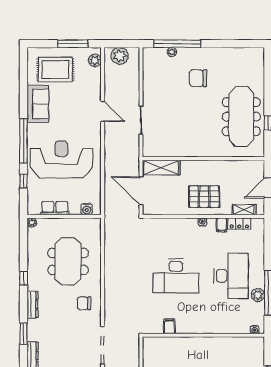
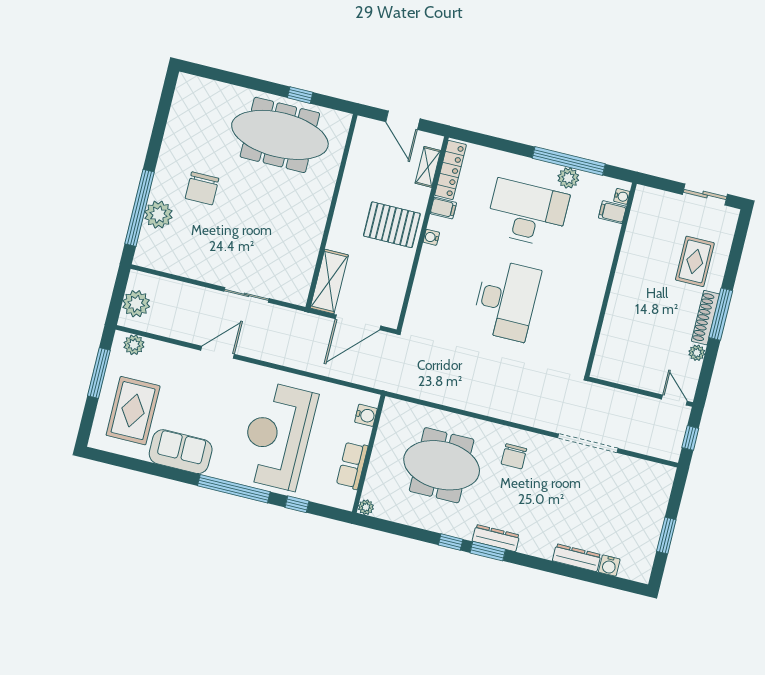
plant: (172, 52) -> (158, 215), width x1.88, depth x1.88
pallet: (204, 197) -> (392, 225), turned 90
locker: (239, 224) -> (451, 170), width x1.53
filing cabinet: (169, 326) -> (612, 212), moved
window: (24, 334) -> (488, 551), moved

